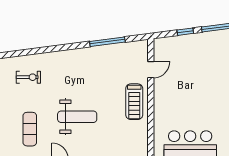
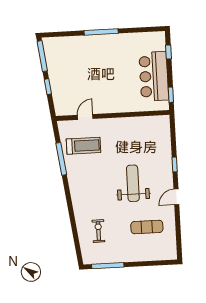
door: (151, 70) -> (85, 117), hinge flipped
treadmill: (134, 102) -> (83, 146), moved

